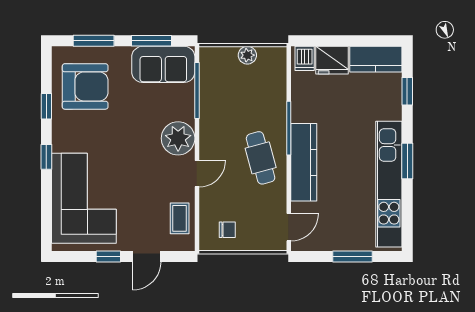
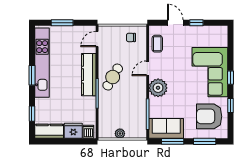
cafe table: (261, 158) -> (113, 77), turned 45
corner sofa: (84, 198) -> (210, 72), moved
door: (147, 256) -> (175, 23), hinge flipped

